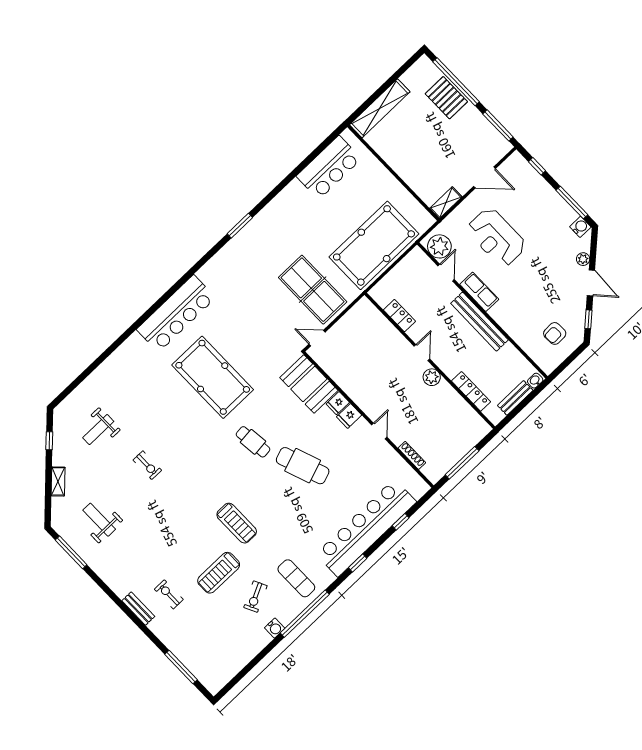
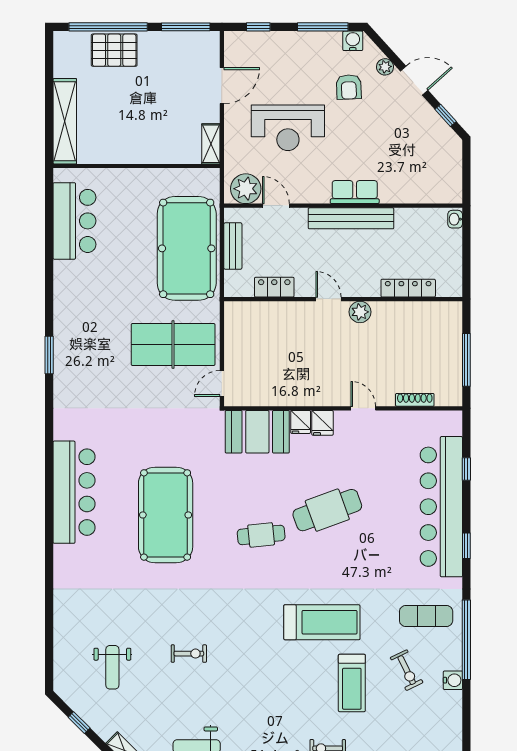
row of seats: (479, 292) -> (355, 192), moved
armchair: (555, 333) -> (349, 87), moved
pool table: (213, 377) -> (166, 515), turned 90
bench: (515, 398) -> (233, 246), moved
treadmill: (237, 523) -> (322, 622), width x1.37, depth x1.38

